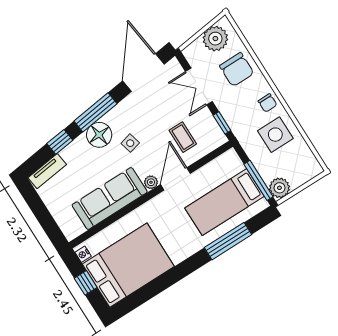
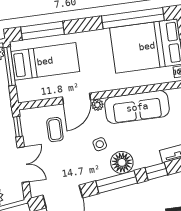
window: (228, 241) -> (42, 31), moved
window: (155, 287) -> (133, 18), added

